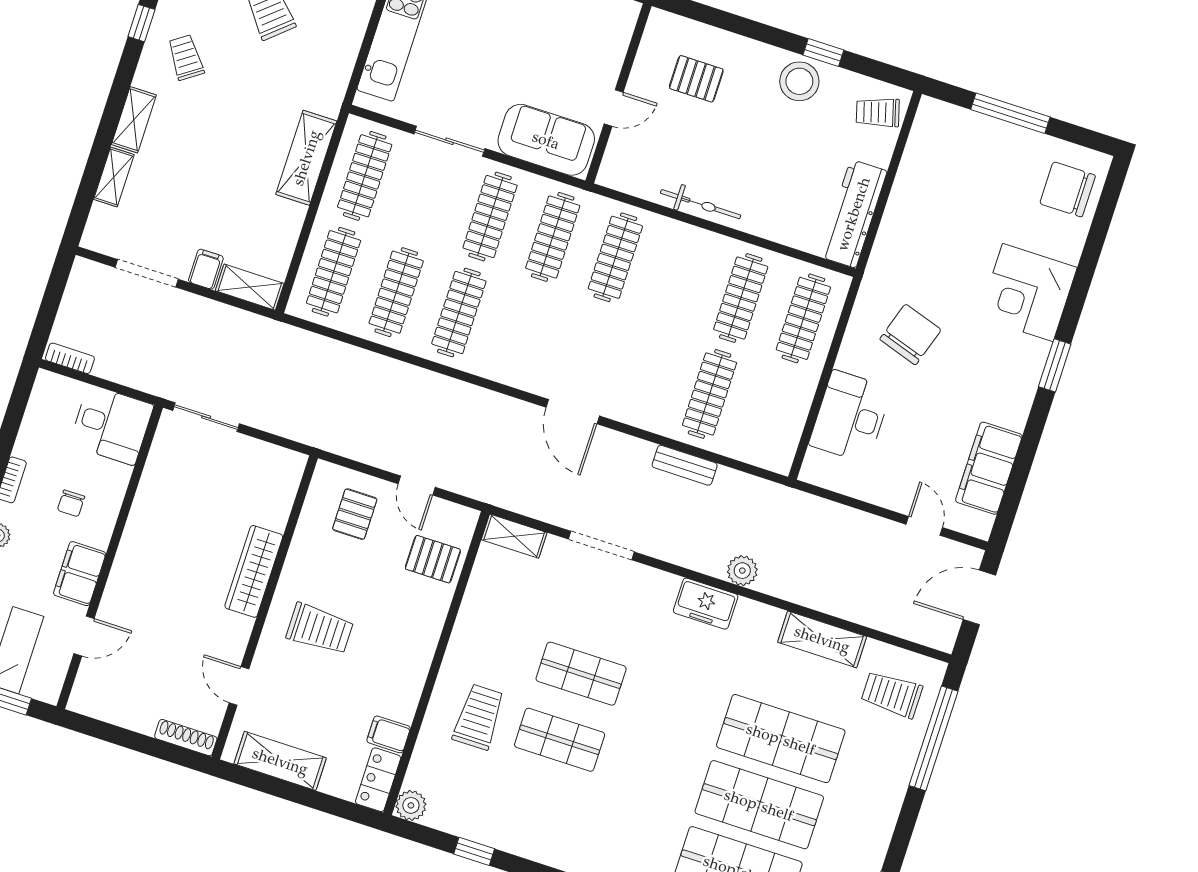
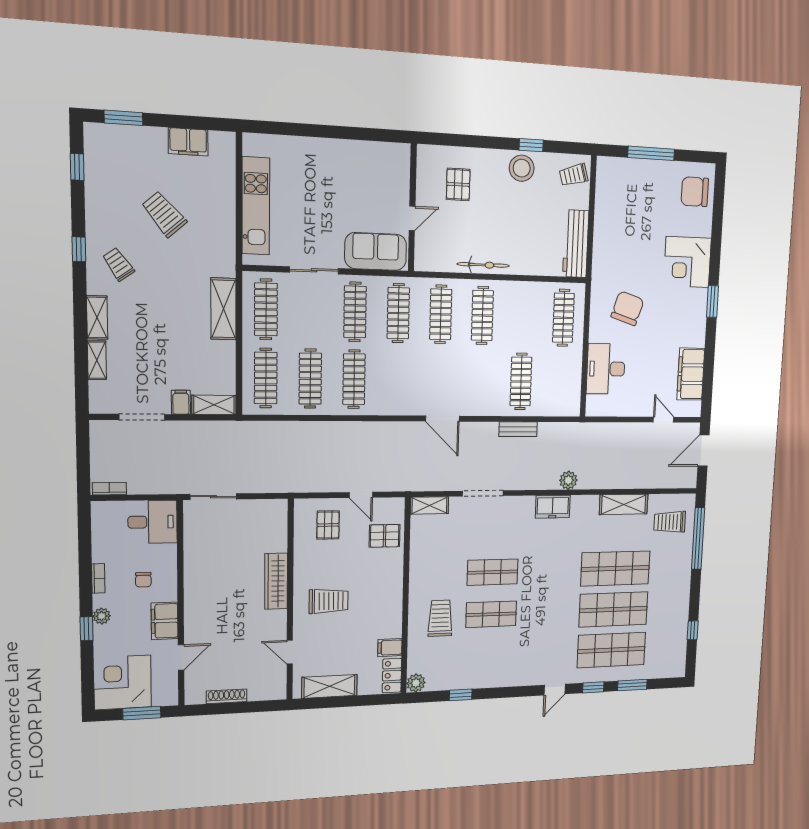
pallet: (696, 79) -> (458, 184), turned 90
clothes rail: (741, 298) -> (482, 315), moved
shoe rack: (186, 738) -> (227, 696), moved

